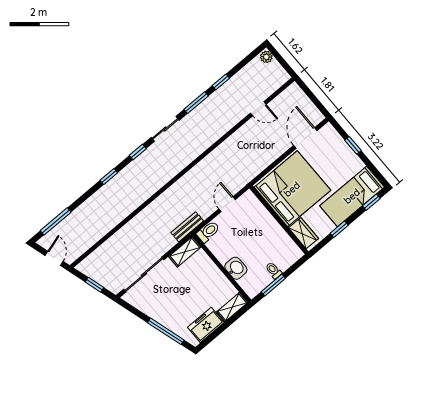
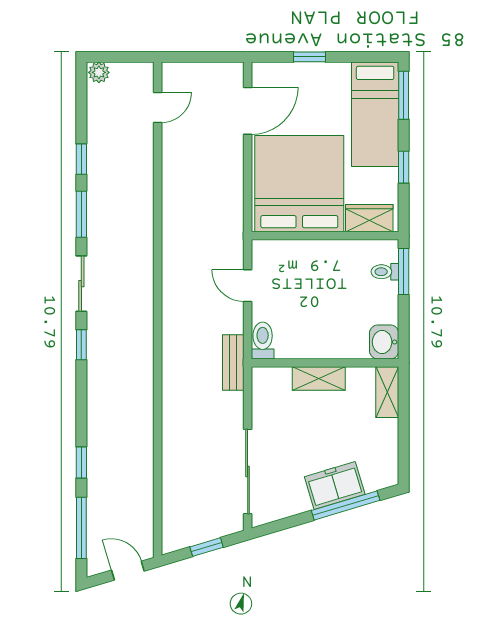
door: (258, 109) -> (158, 107), moved
door: (305, 138) -> (248, 111), swing flipped
window: (109, 177) -> (81, 462), moved
window: (371, 202) -> (404, 95), width x1.50
shelving: (185, 252) -> (319, 379), moved, turned 90
washbasin: (236, 268) -> (384, 342), moved, turned -90
toilet: (274, 270) -> (385, 272), moved
window: (273, 285) -> (404, 272), moved
freezer: (206, 325) -> (335, 485), moved, turned 73

